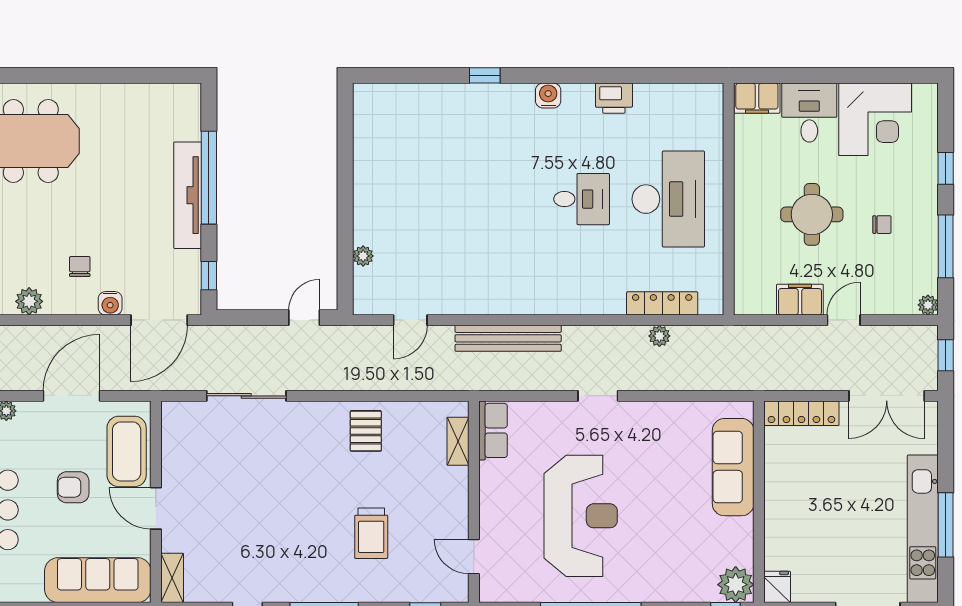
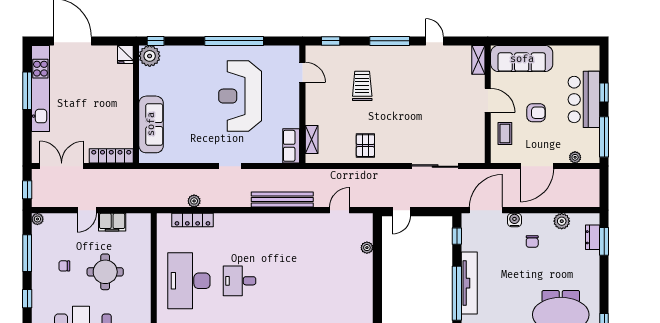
coffee table: (127, 451) -> (505, 134), width x0.54, depth x0.58

